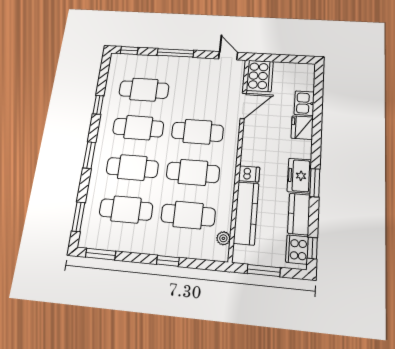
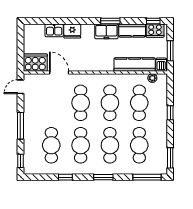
dishwasher: (249, 174) -> (161, 65), moved
window: (78, 217) -> (147, 177), width x1.44

